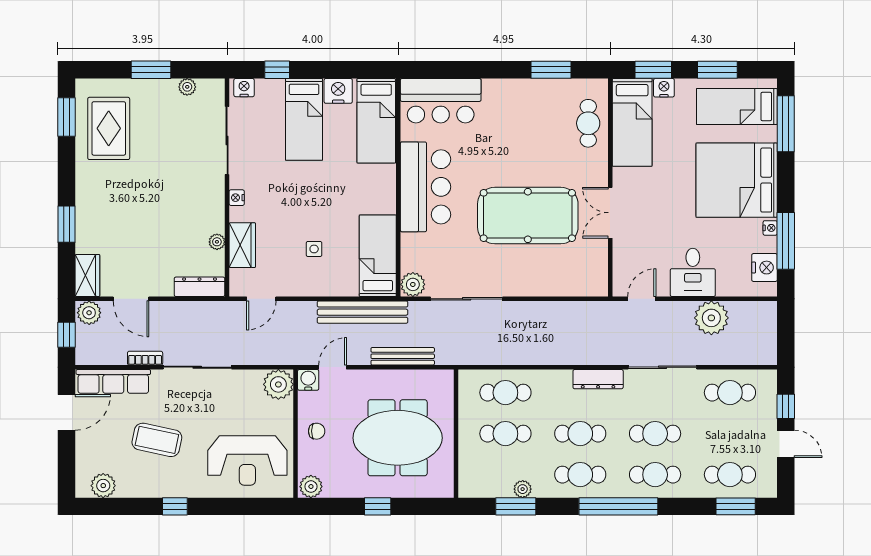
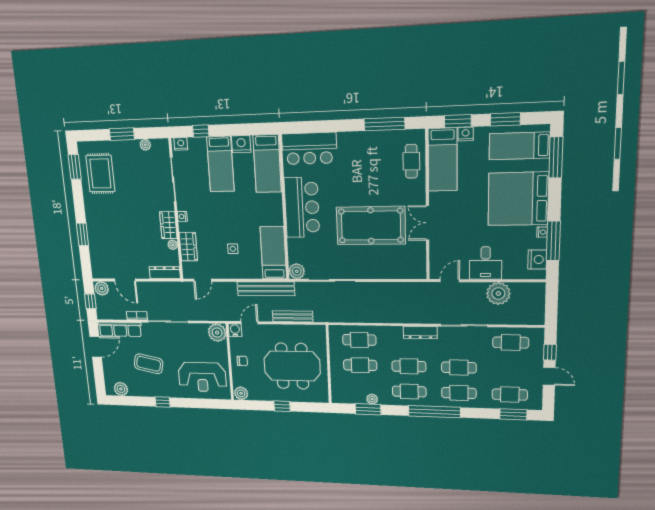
window: (551, 70) -> (384, 124), width x1.44
wardrobe: (87, 275) -> (168, 225), moved, turned 180

